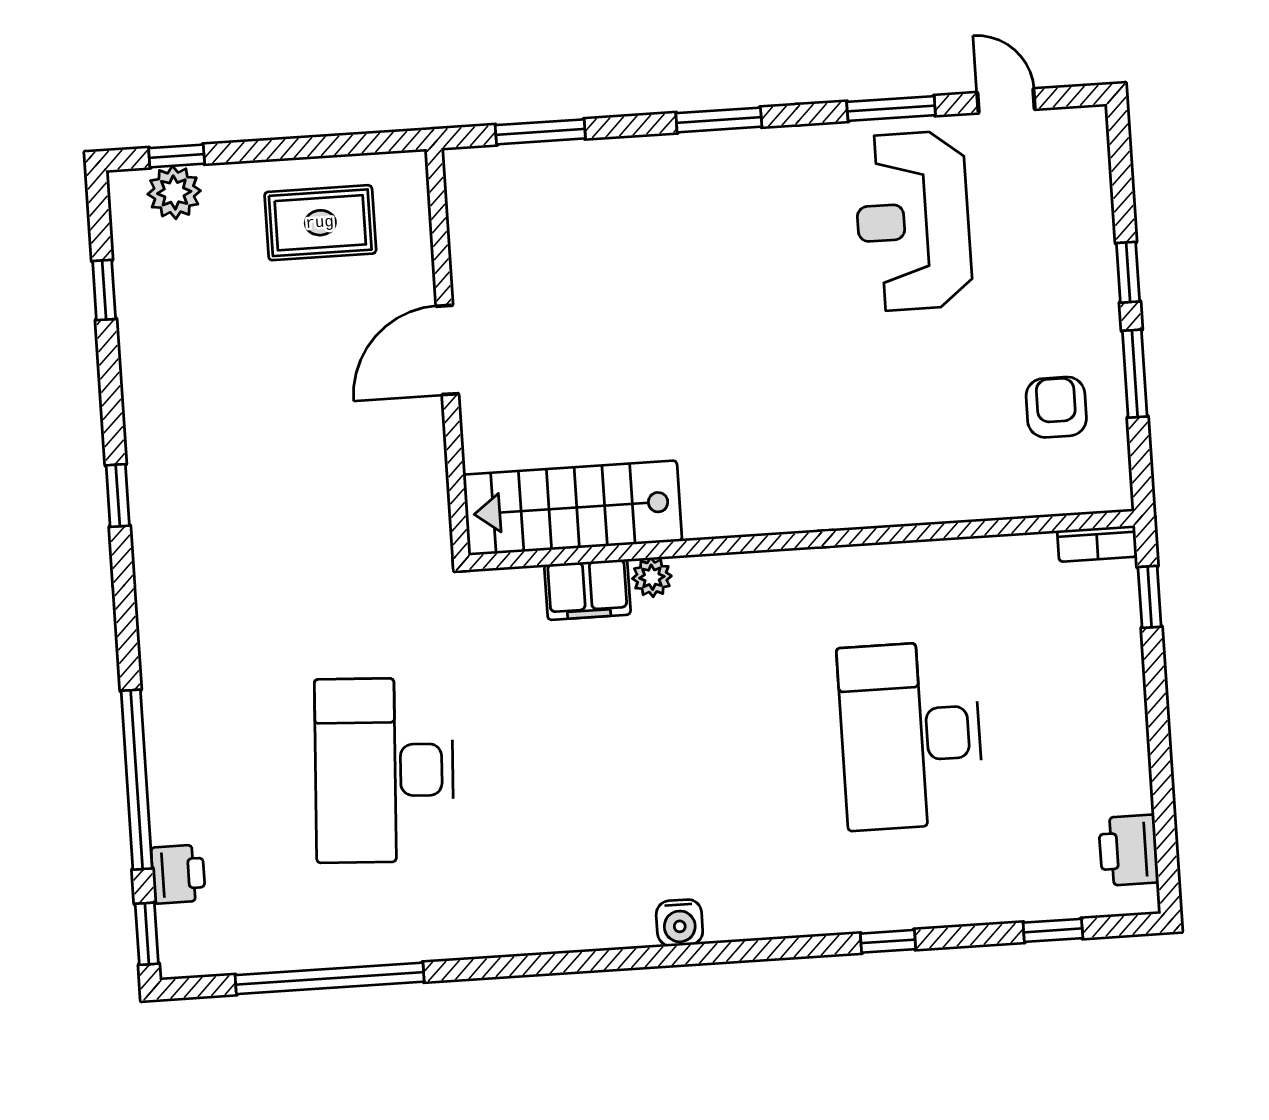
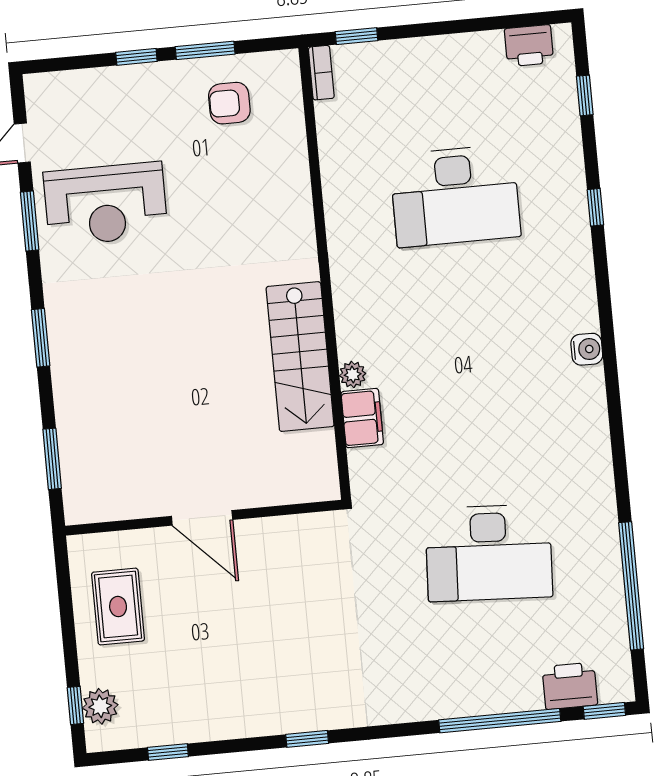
stairs: (572, 508) -> (300, 357), moved
printer: (178, 874) -> (570, 686), width x1.36, depth x1.24

